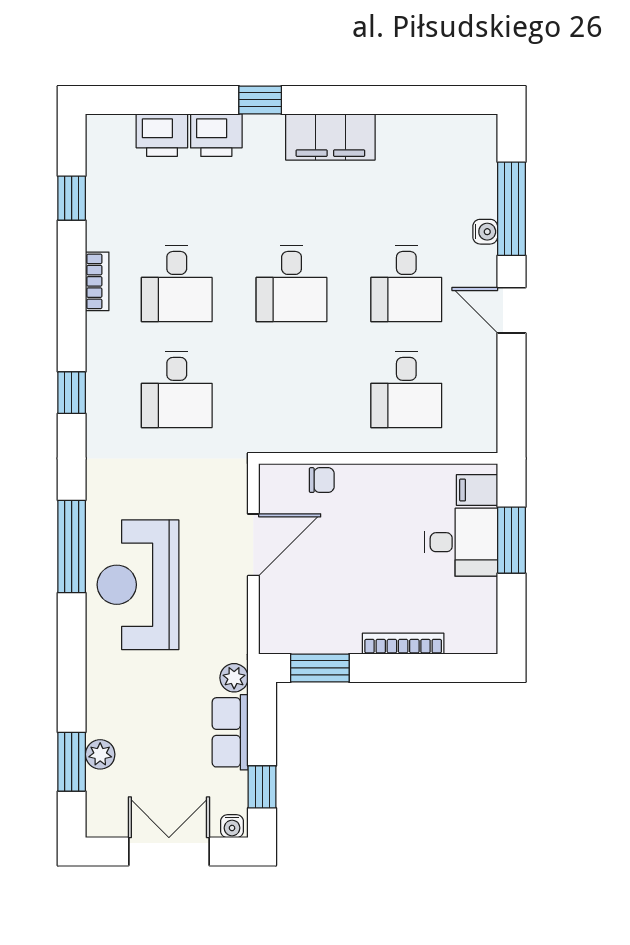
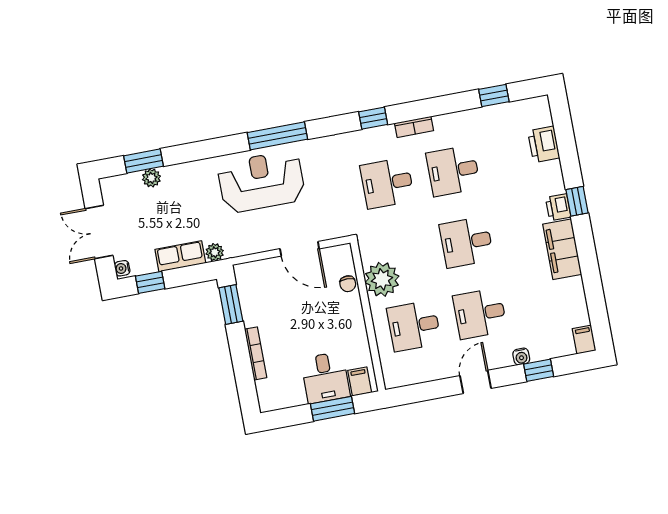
filing cabinet: (477, 129) -> (584, 340), added
printer: (216, 135) -> (558, 207), moved, width x0.73, depth x0.81
window: (511, 209) -> (539, 370), width x0.46
bookcase: (97, 281) -> (414, 127), moved
plant: (325, 426) -> (382, 279), added
double door: (169, 851) -> (99, 232), swing flipped

